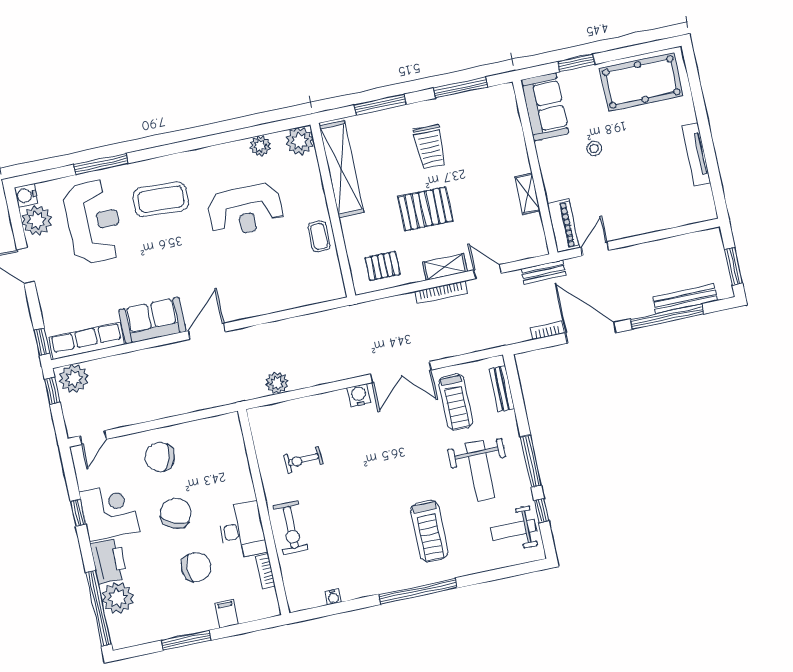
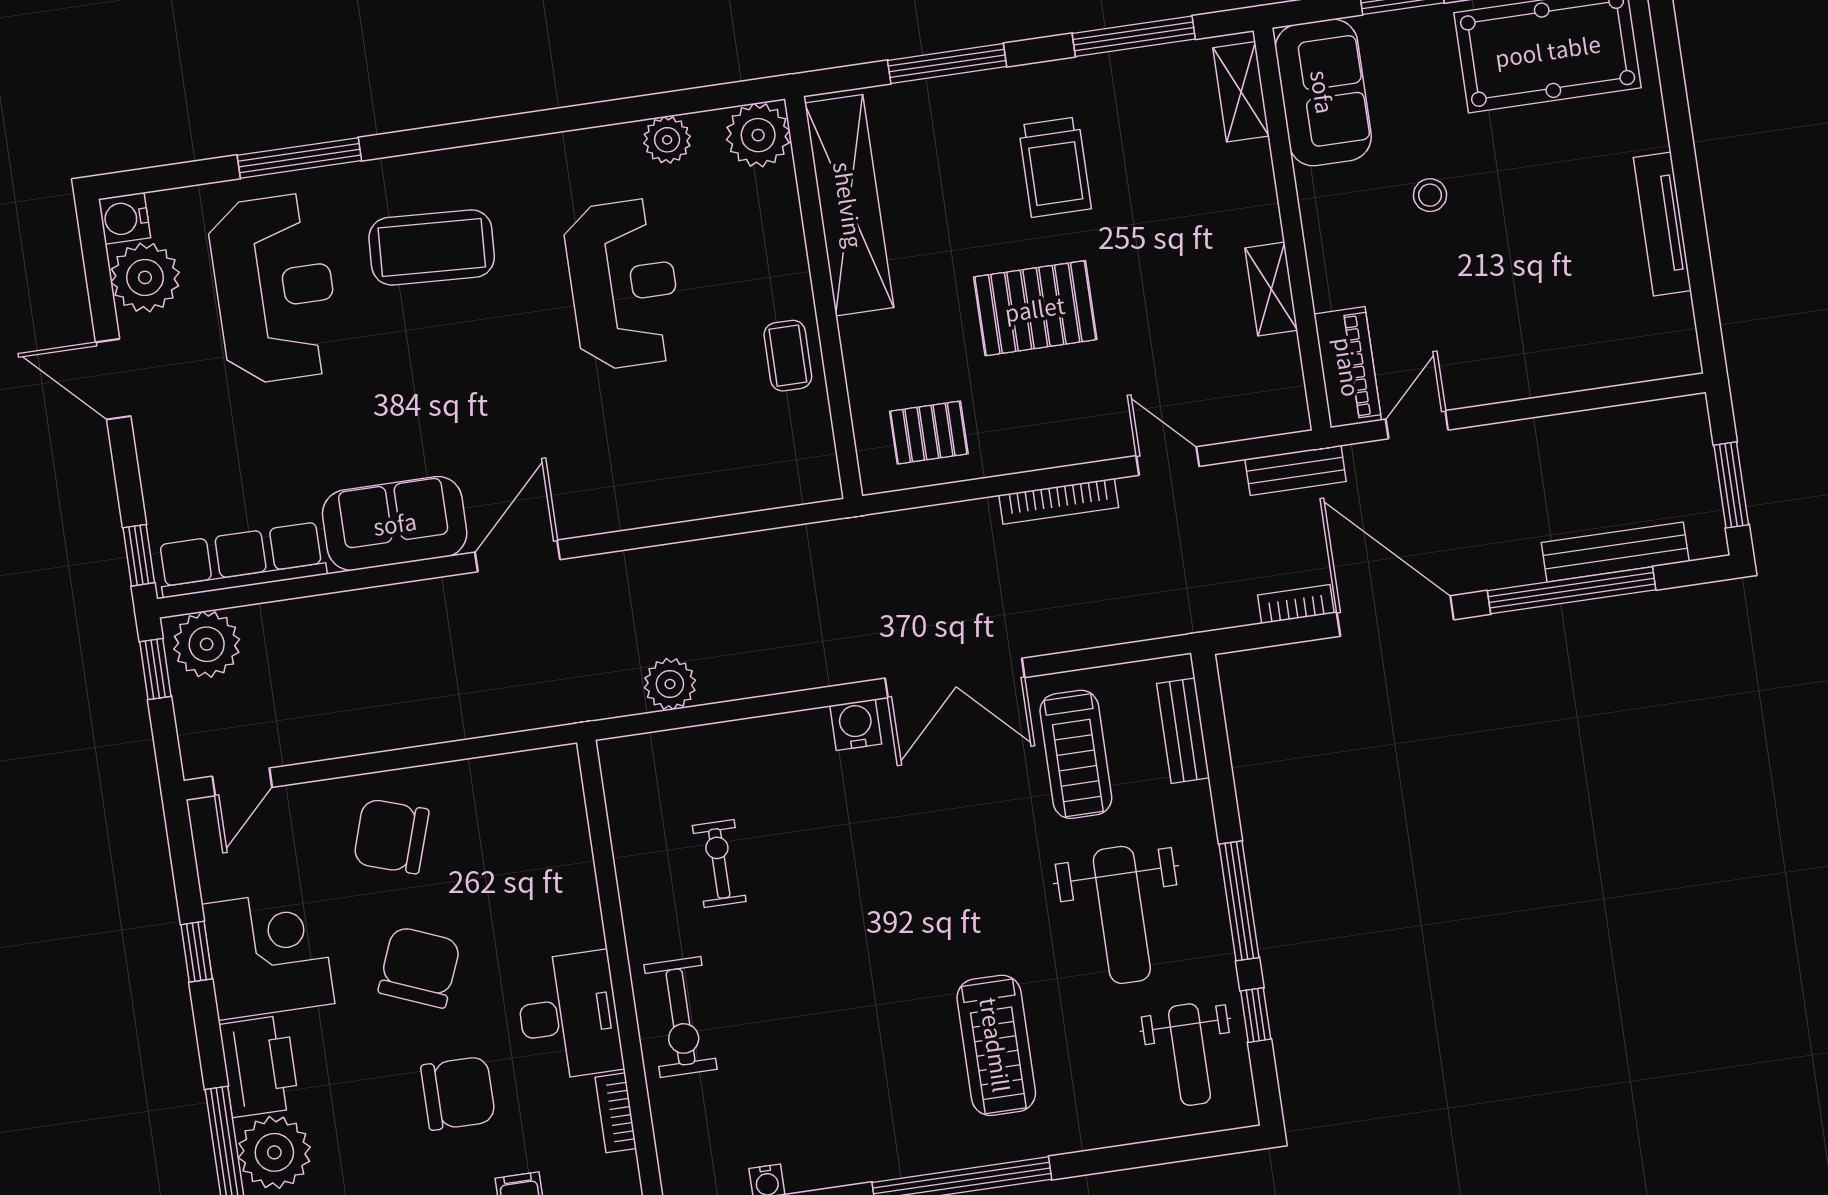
reception desk: (245, 210) -> (623, 284), turned -90
shelving: (445, 267) -> (1241, 92), moved, turned 90
exercise bike: (303, 460) -> (719, 864), turned 93
weight bench: (514, 530) -> (1190, 1055), turned -90

